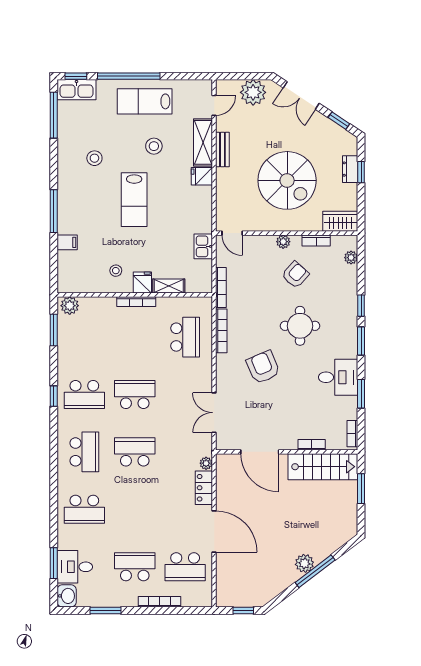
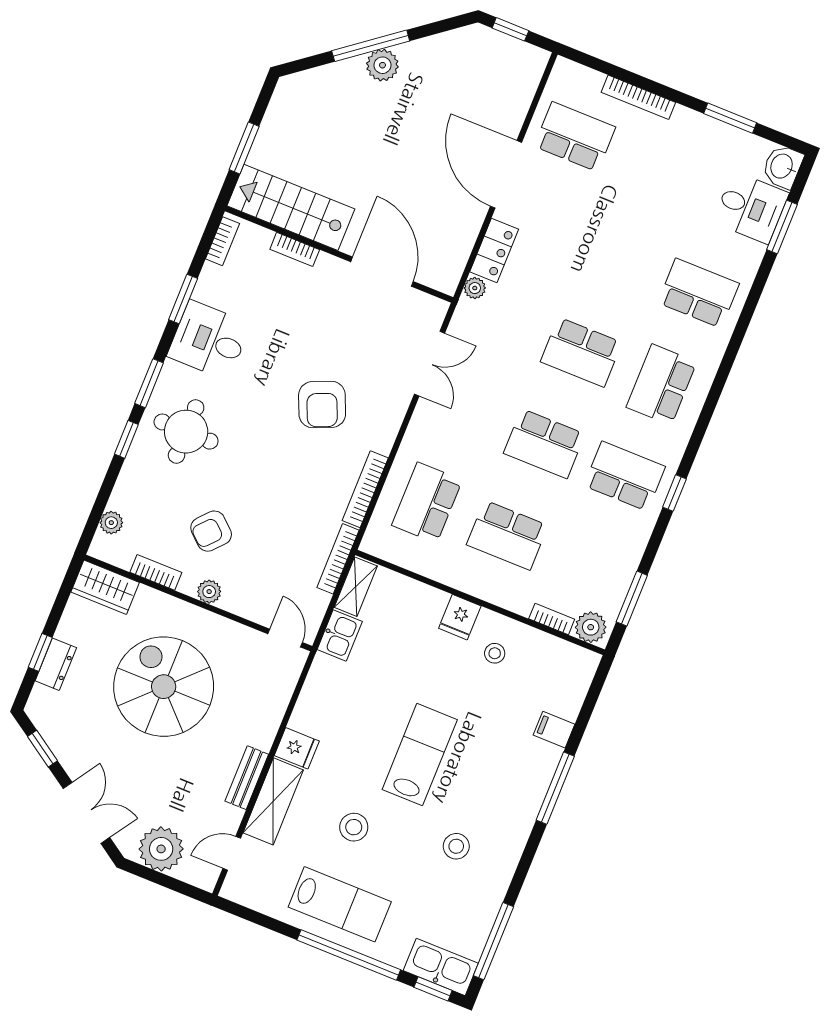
shelving: (169, 286) -> (356, 587), moved, turned 90
bookcase: (136, 302) -> (552, 619), moved, width x0.64
round table: (300, 326) -> (186, 432), moved
school desk: (135, 567) -> (507, 535), moved

